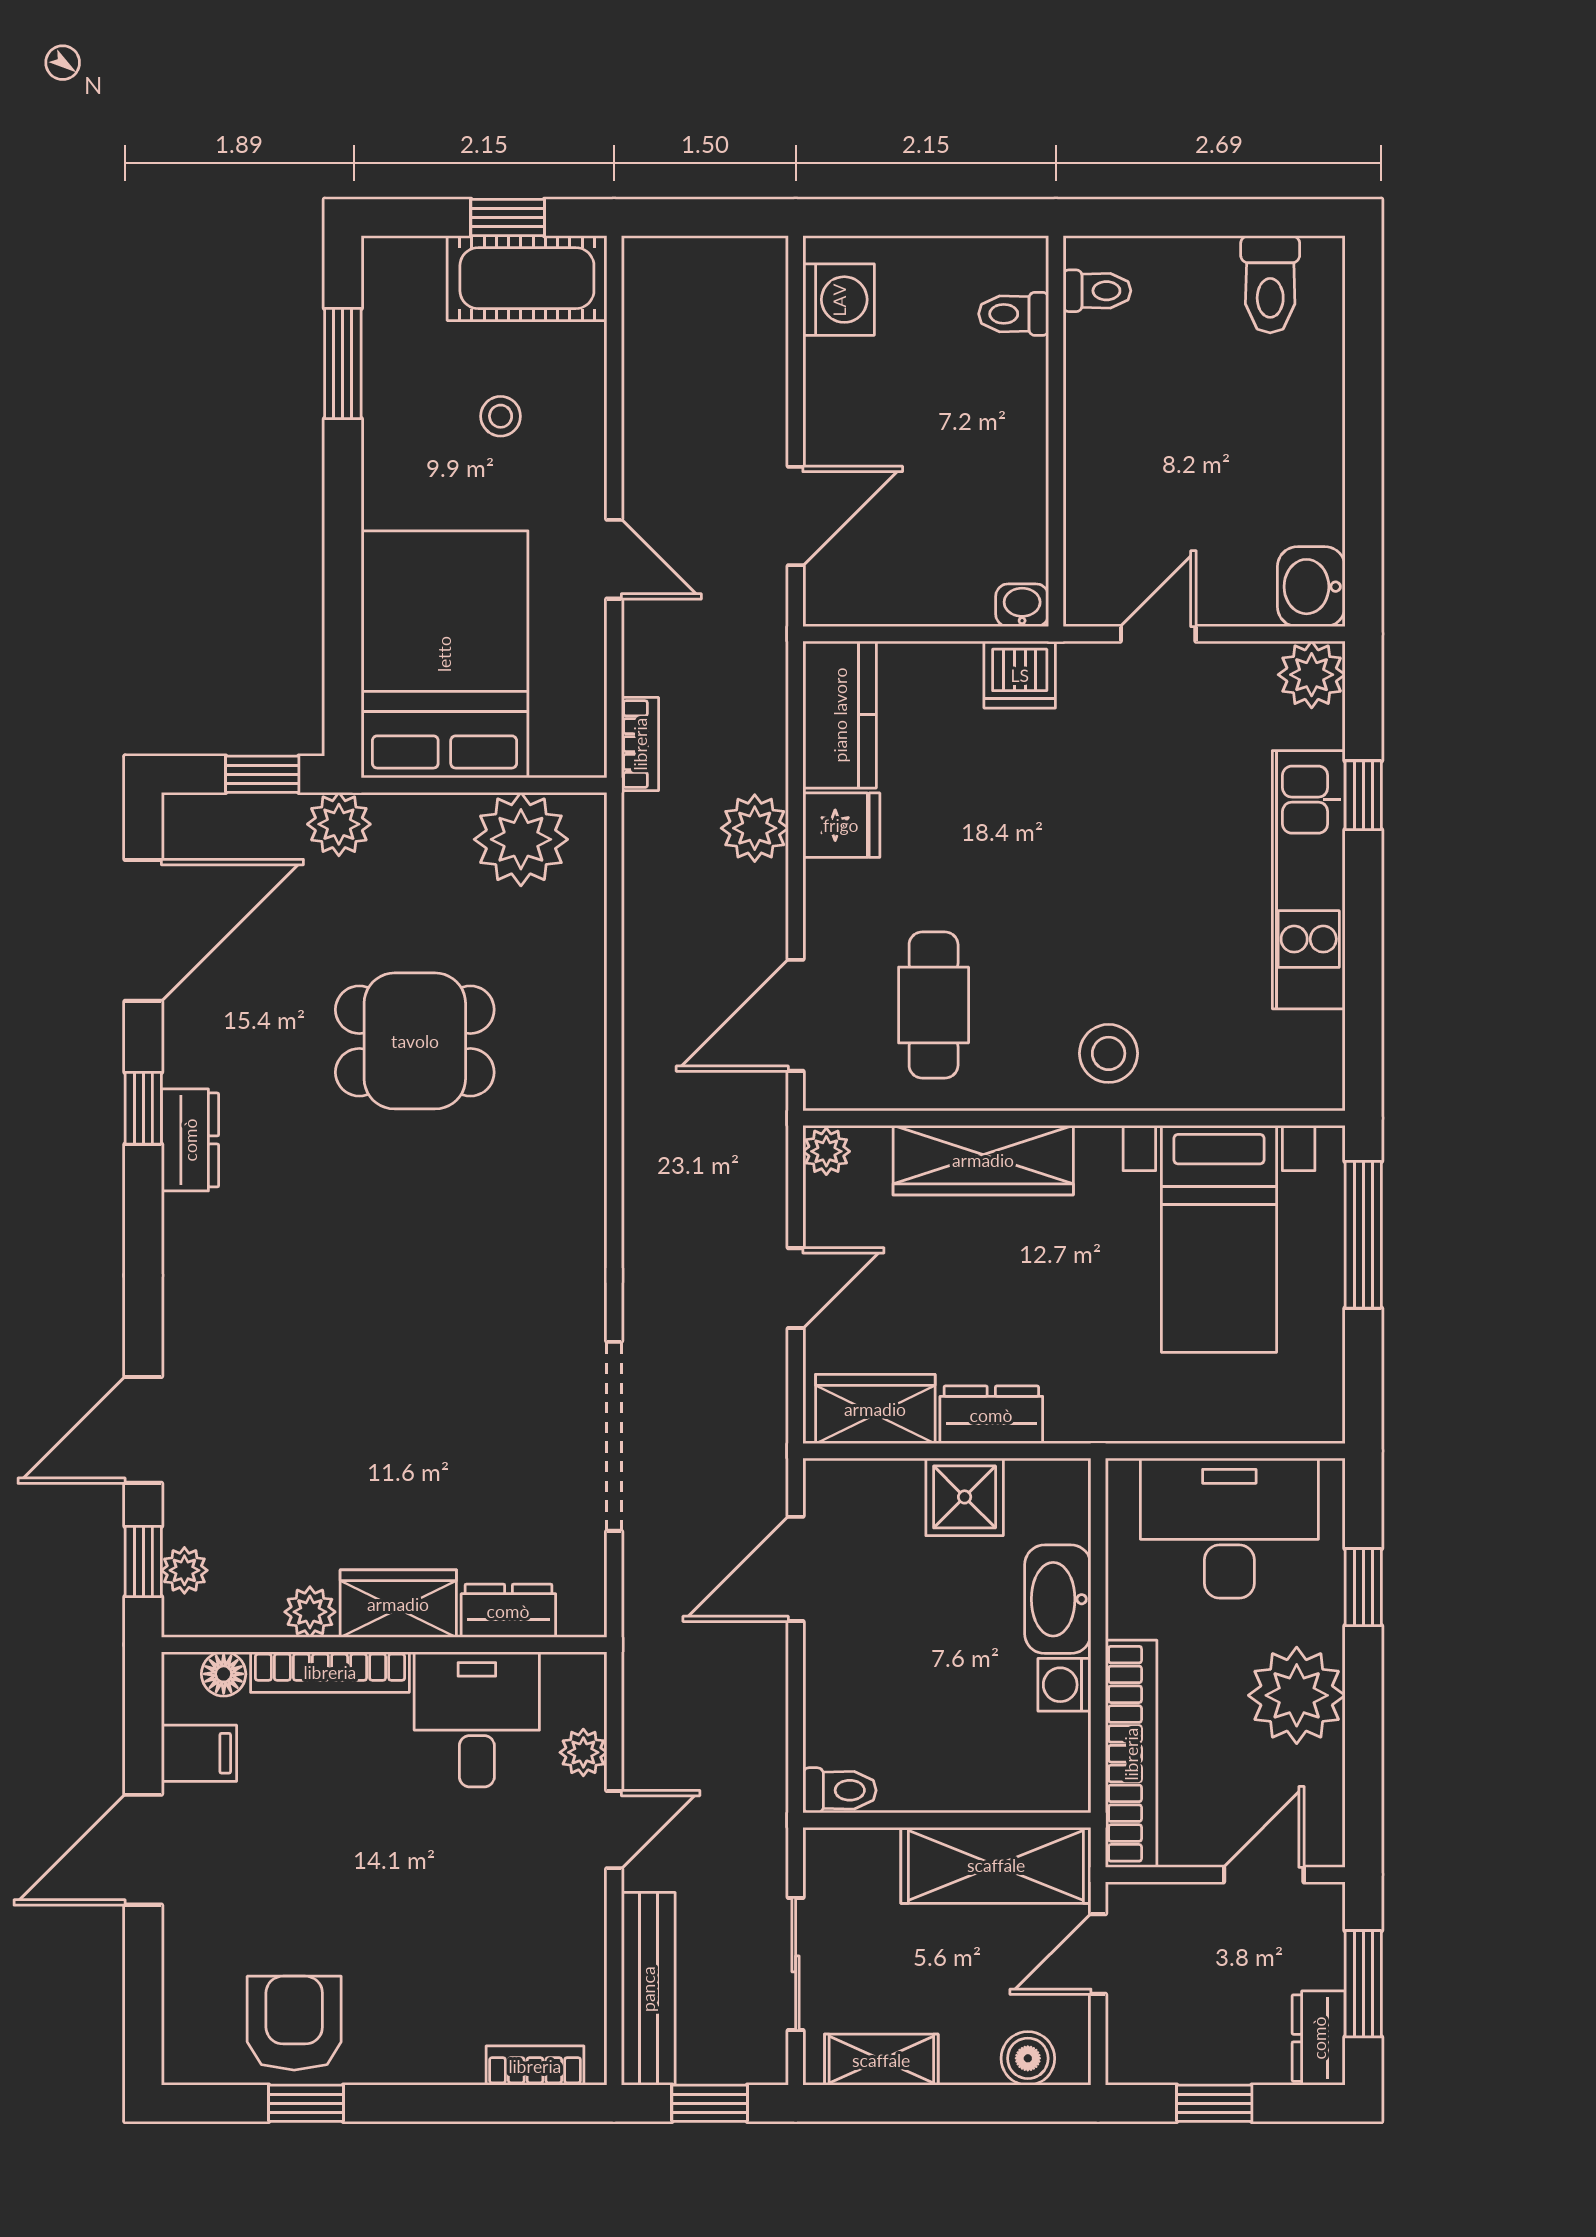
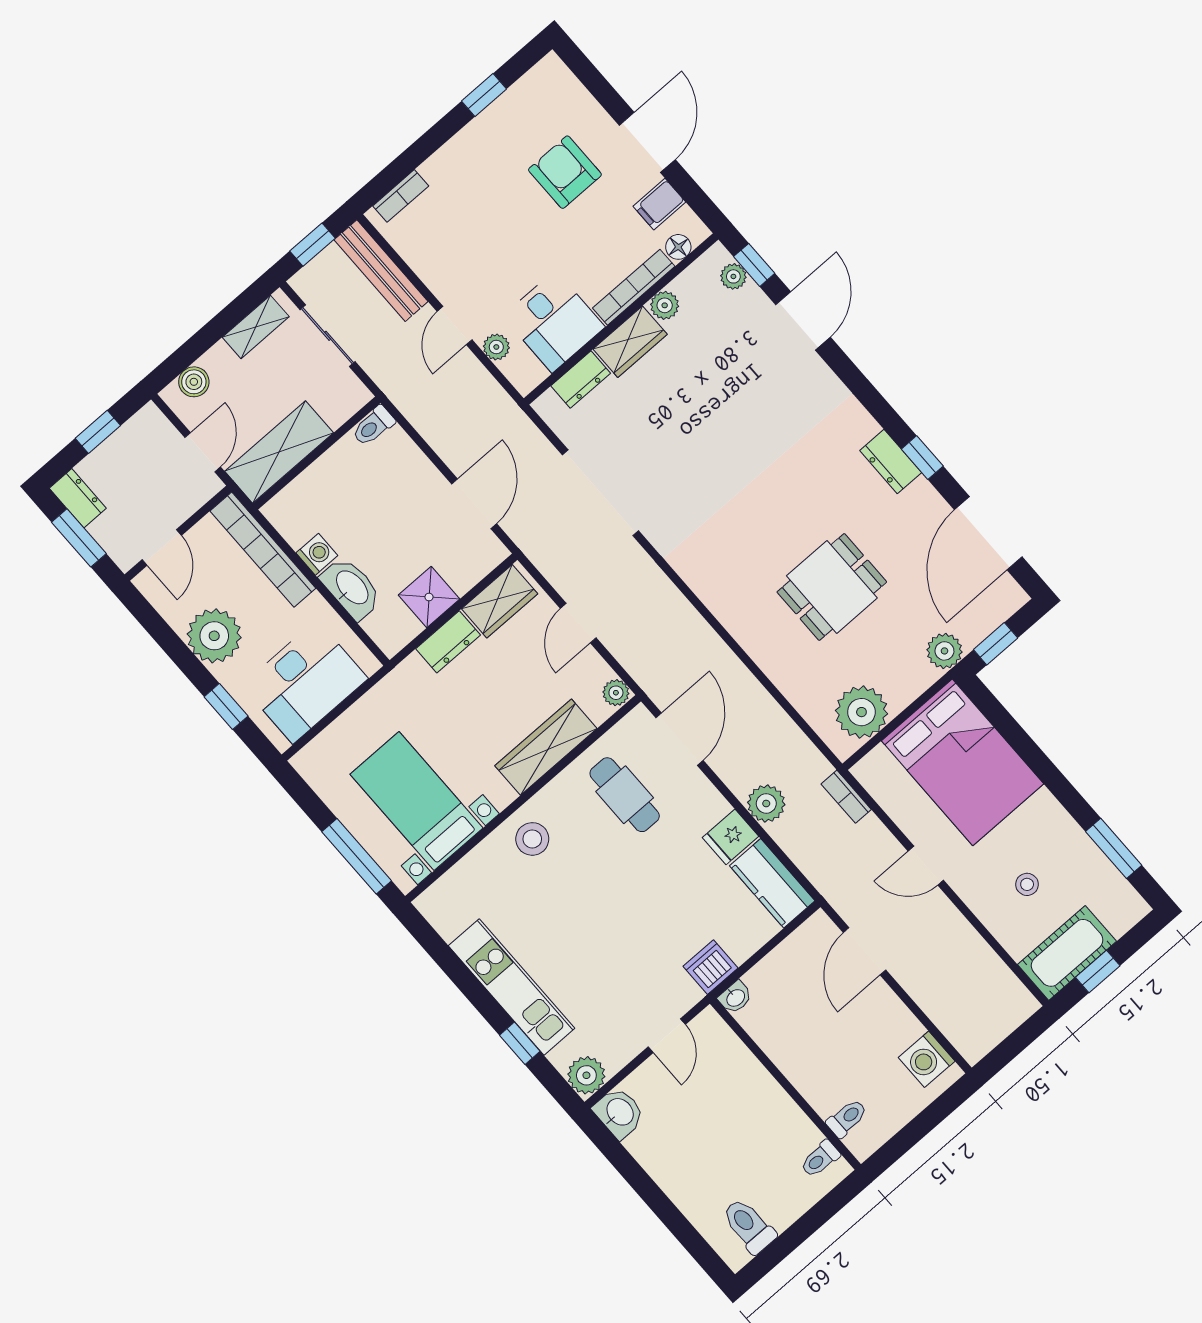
armchair: (294, 2023) -> (565, 172), moved, turned 180

